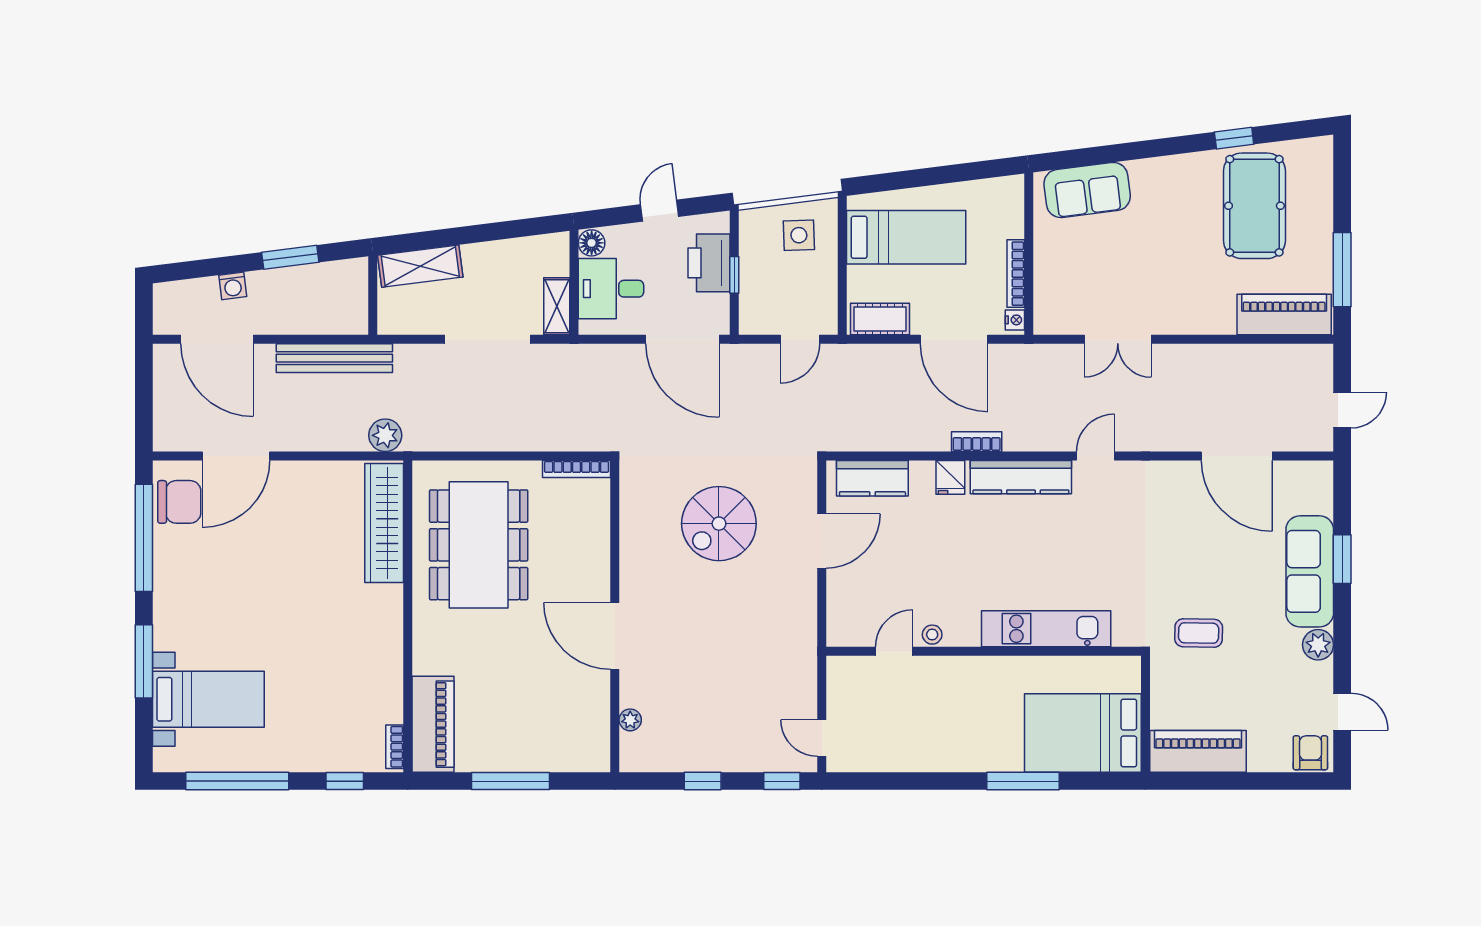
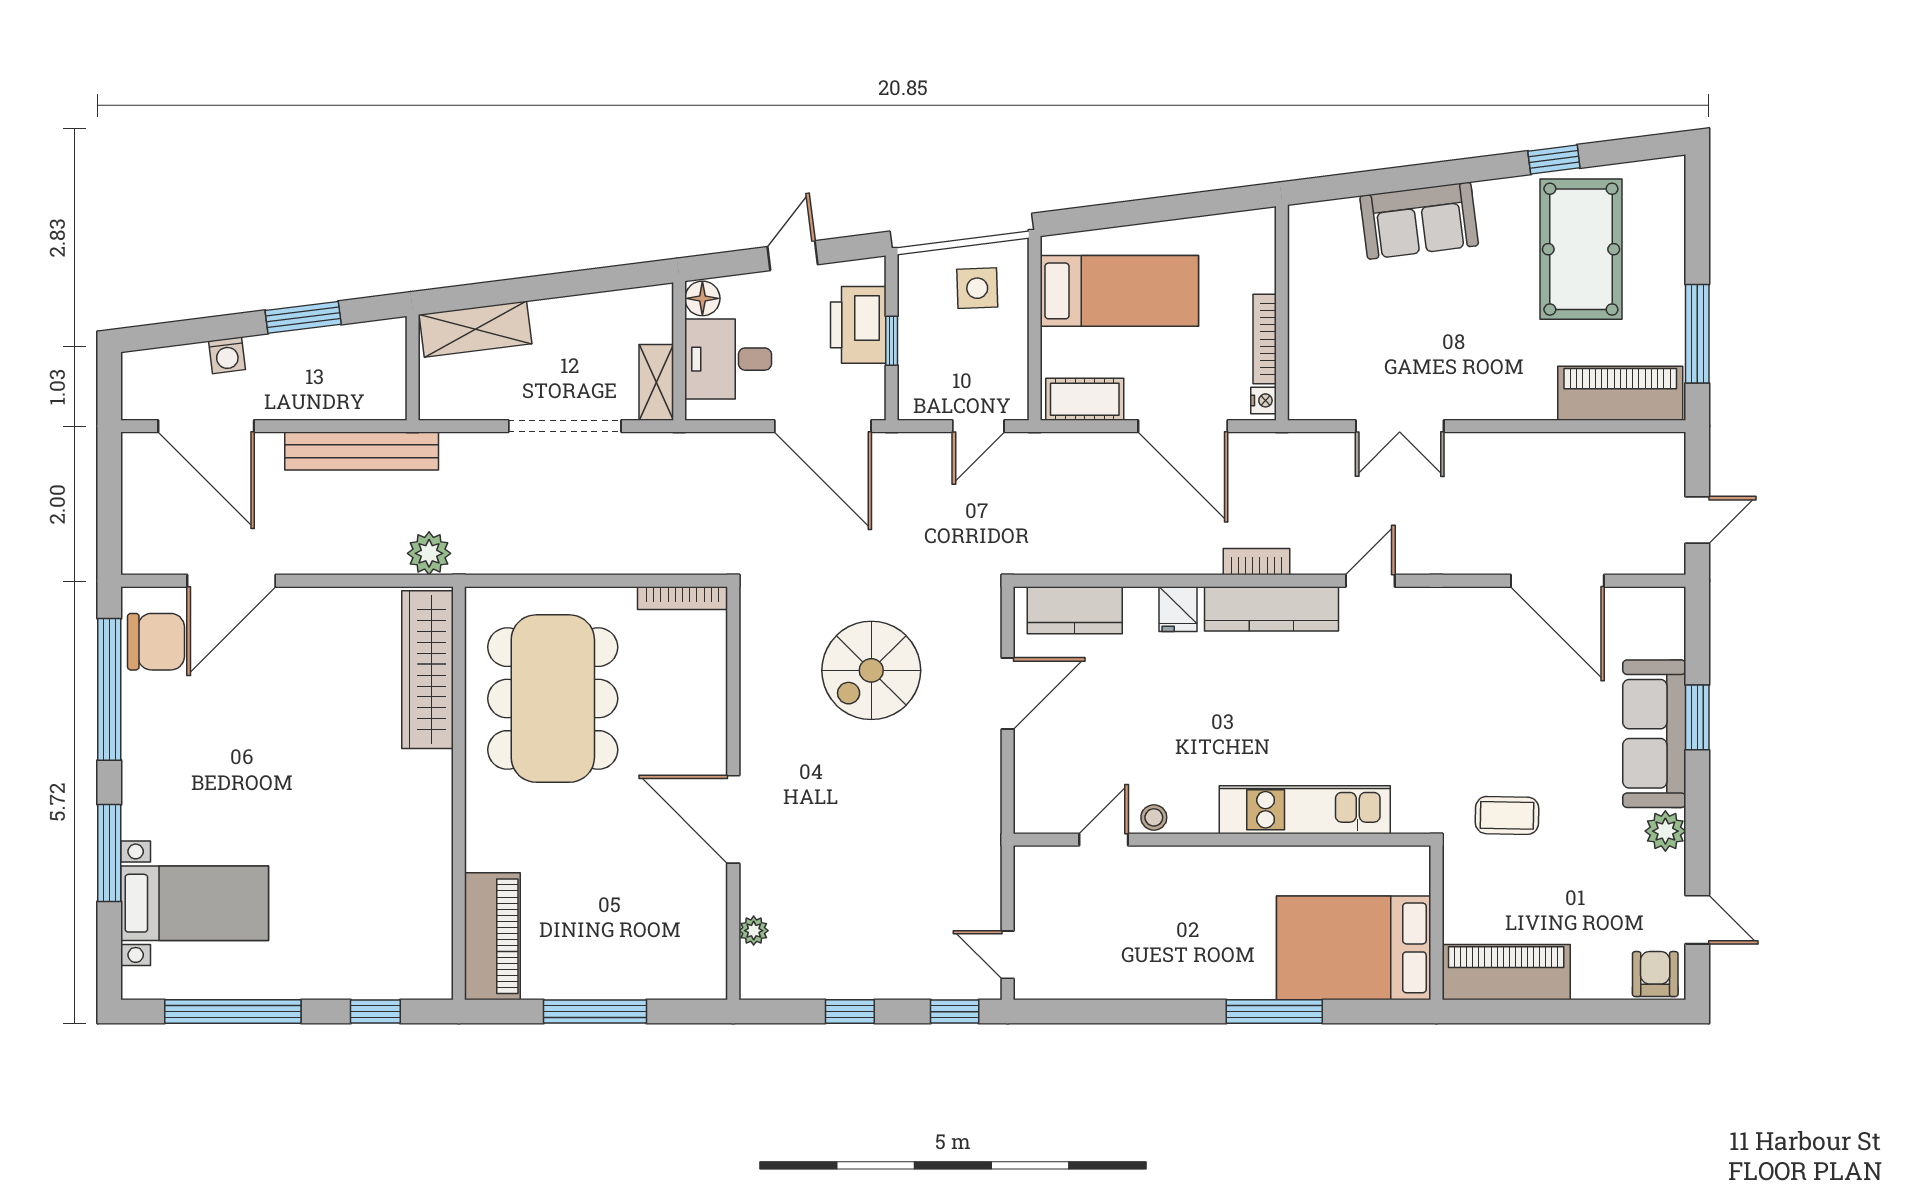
sofa: (1087, 190) -> (1419, 221), moved
bookcase: (977, 442) -> (1256, 562), moved
bookcase: (395, 747) -> (442, 966), removed

